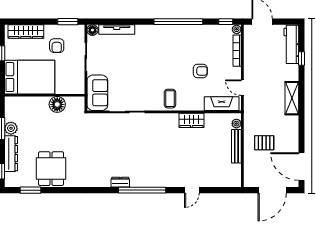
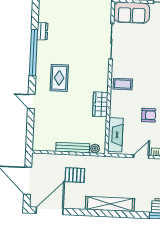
armchair: (200, 71) -> (149, 115), turned -90
door: (242, 88) -> (141, 156), moved
shelving: (292, 98) -> (110, 204), width x1.47
pallet: (264, 143) -> (75, 175), turned 90
rug: (167, 163) -> (59, 78), added

